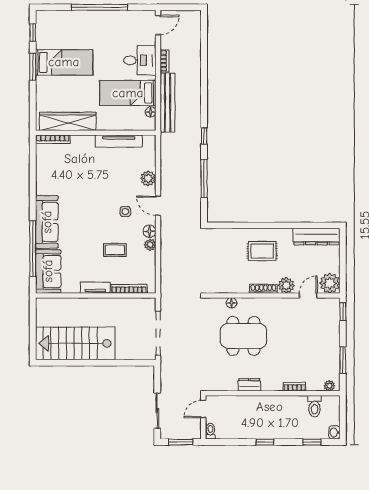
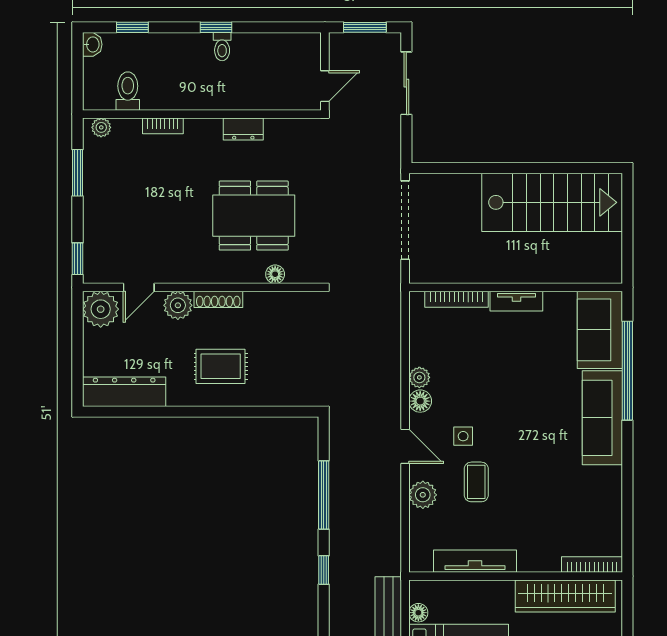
coffee table: (115, 250) -> (476, 482), moved, turned 90
toilet: (210, 431) -> (222, 47), moved

